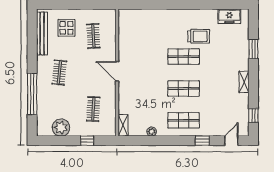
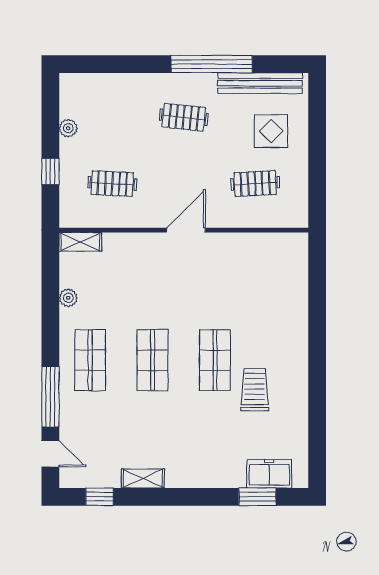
freezer: (229, 16) -> (269, 474), moved, turned 90
trolley: (199, 36) -> (255, 390), turned 180
window: (253, 49) -> (257, 497), moved
shelving: (244, 82) -> (143, 478), moved
window: (32, 94) -> (212, 64), moved
plant: (61, 127) -> (68, 128), width x0.53, depth x0.53
window: (202, 141) -> (50, 397), width x2.17

